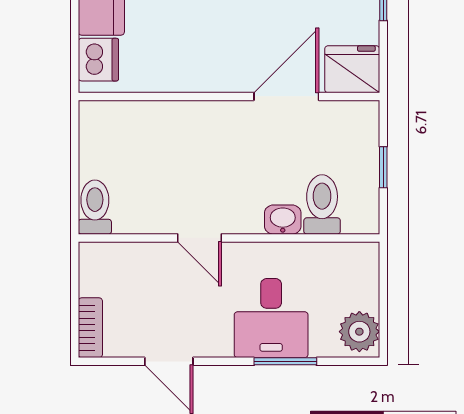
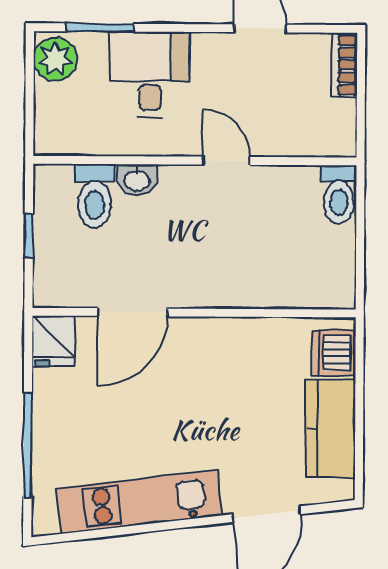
fridge: (352, 69) -> (53, 341), width x0.72
window: (285, 361) -> (100, 28), moved

